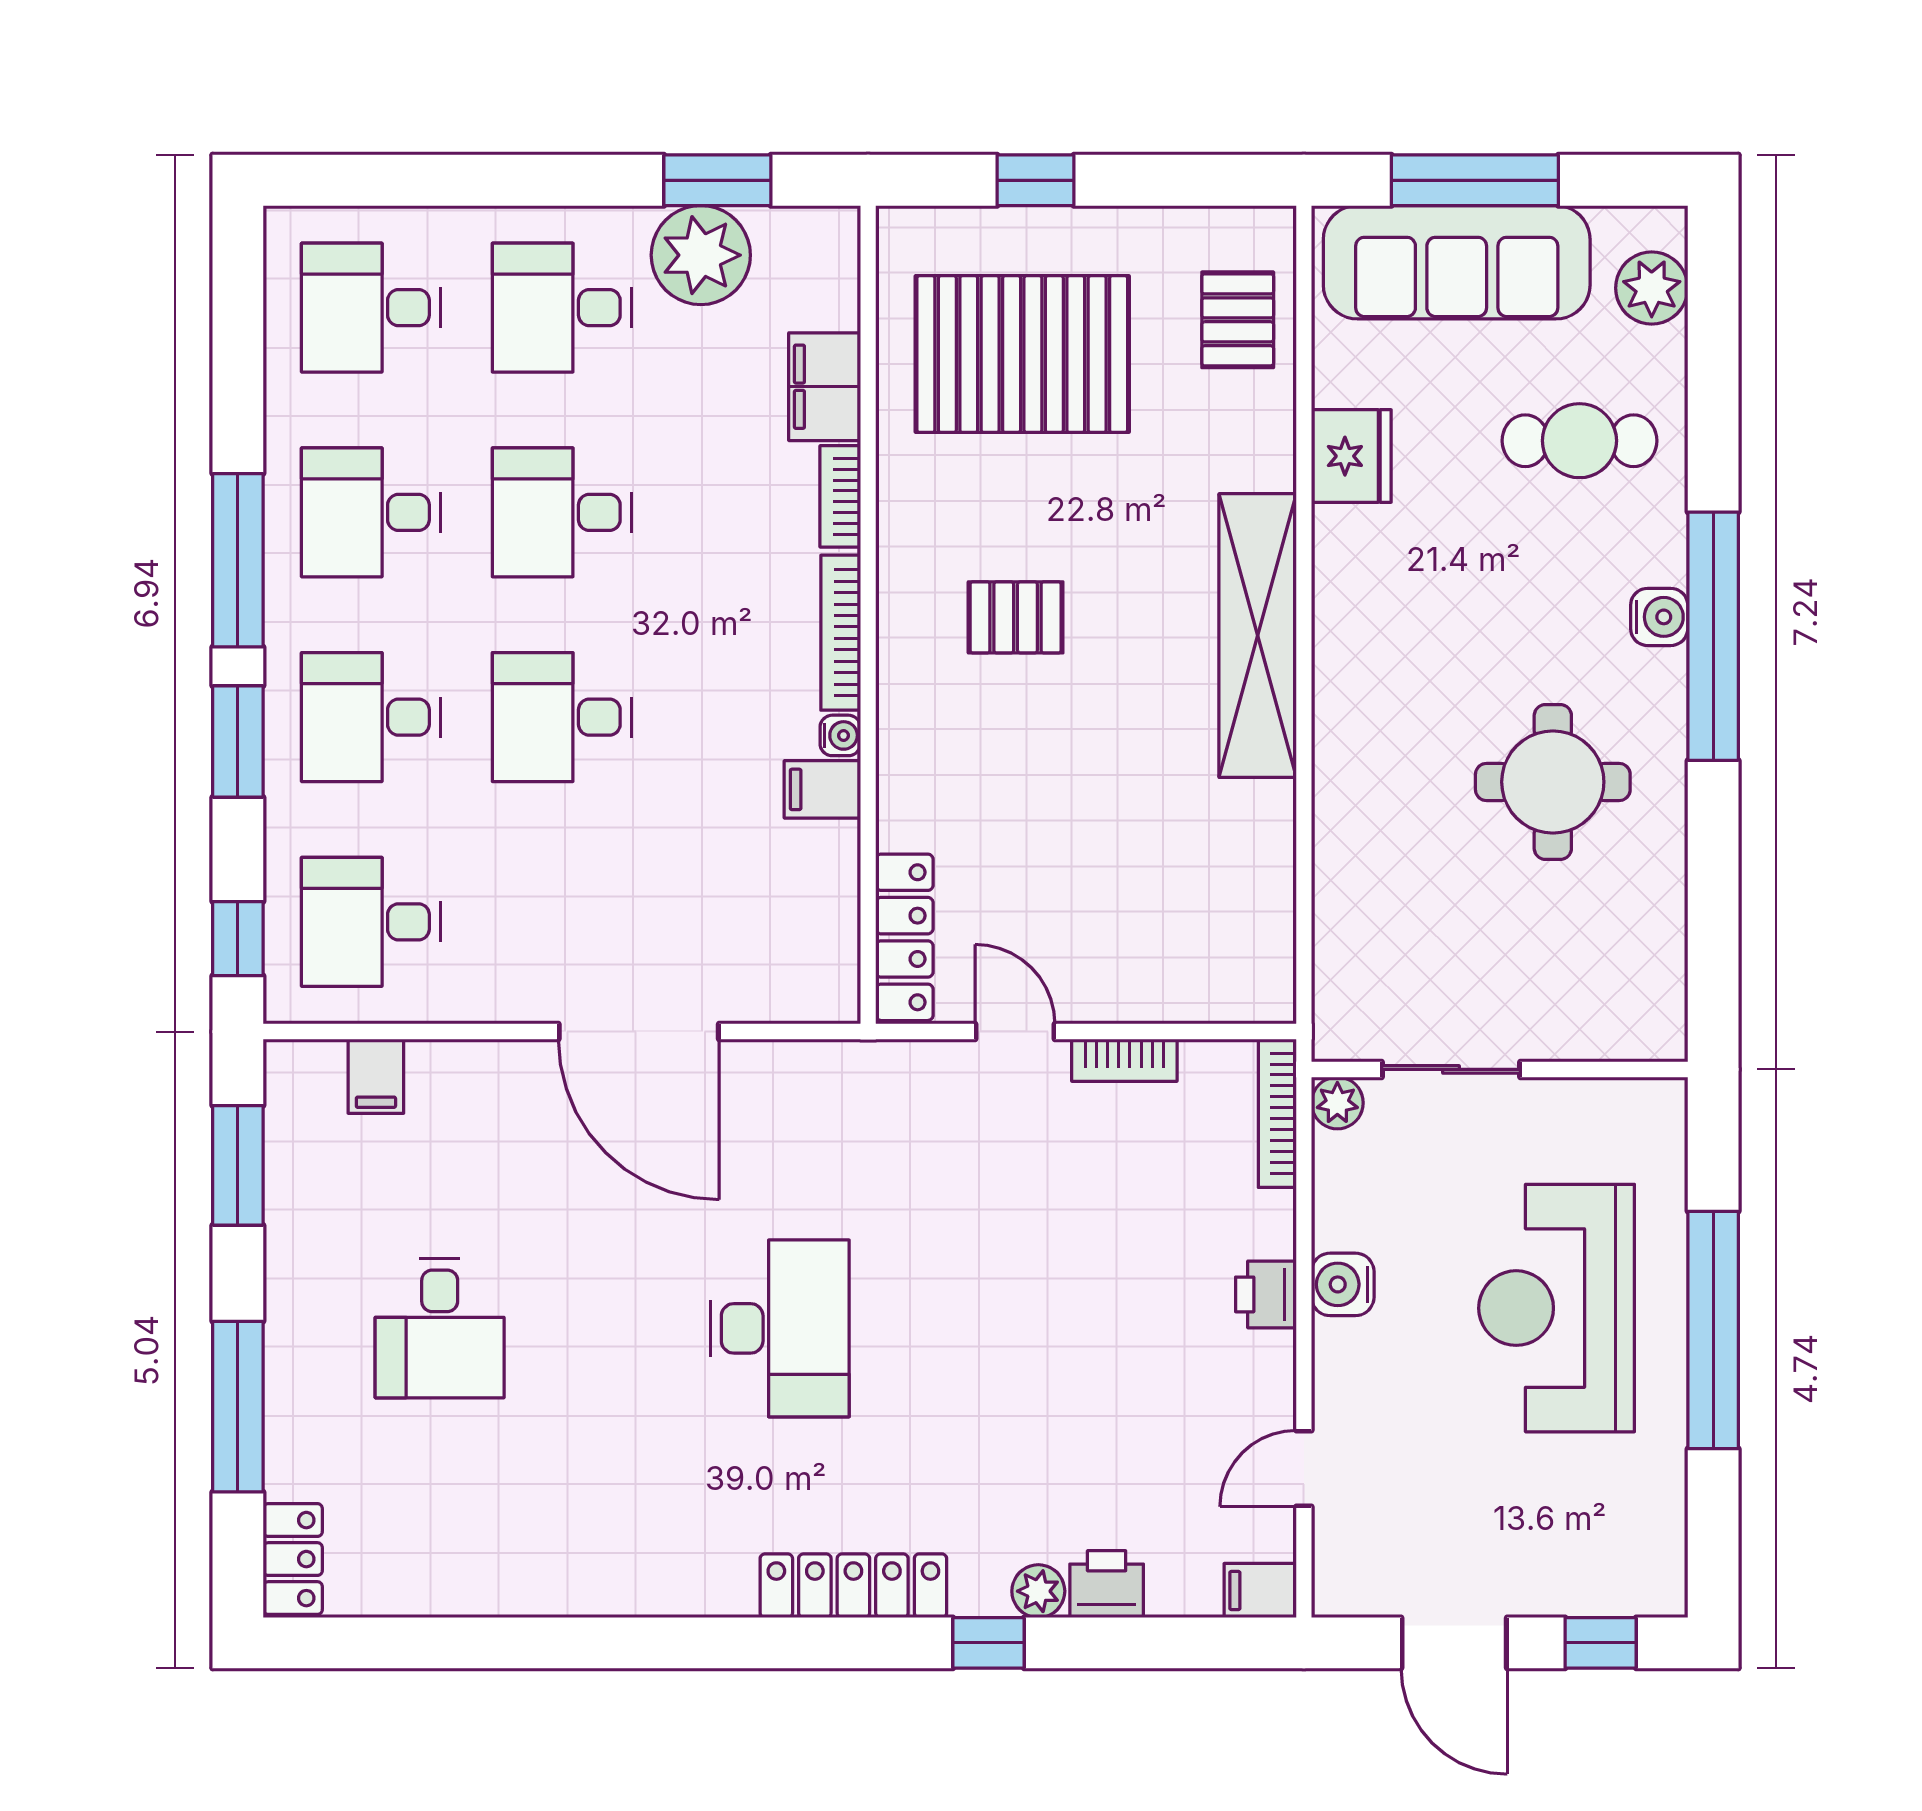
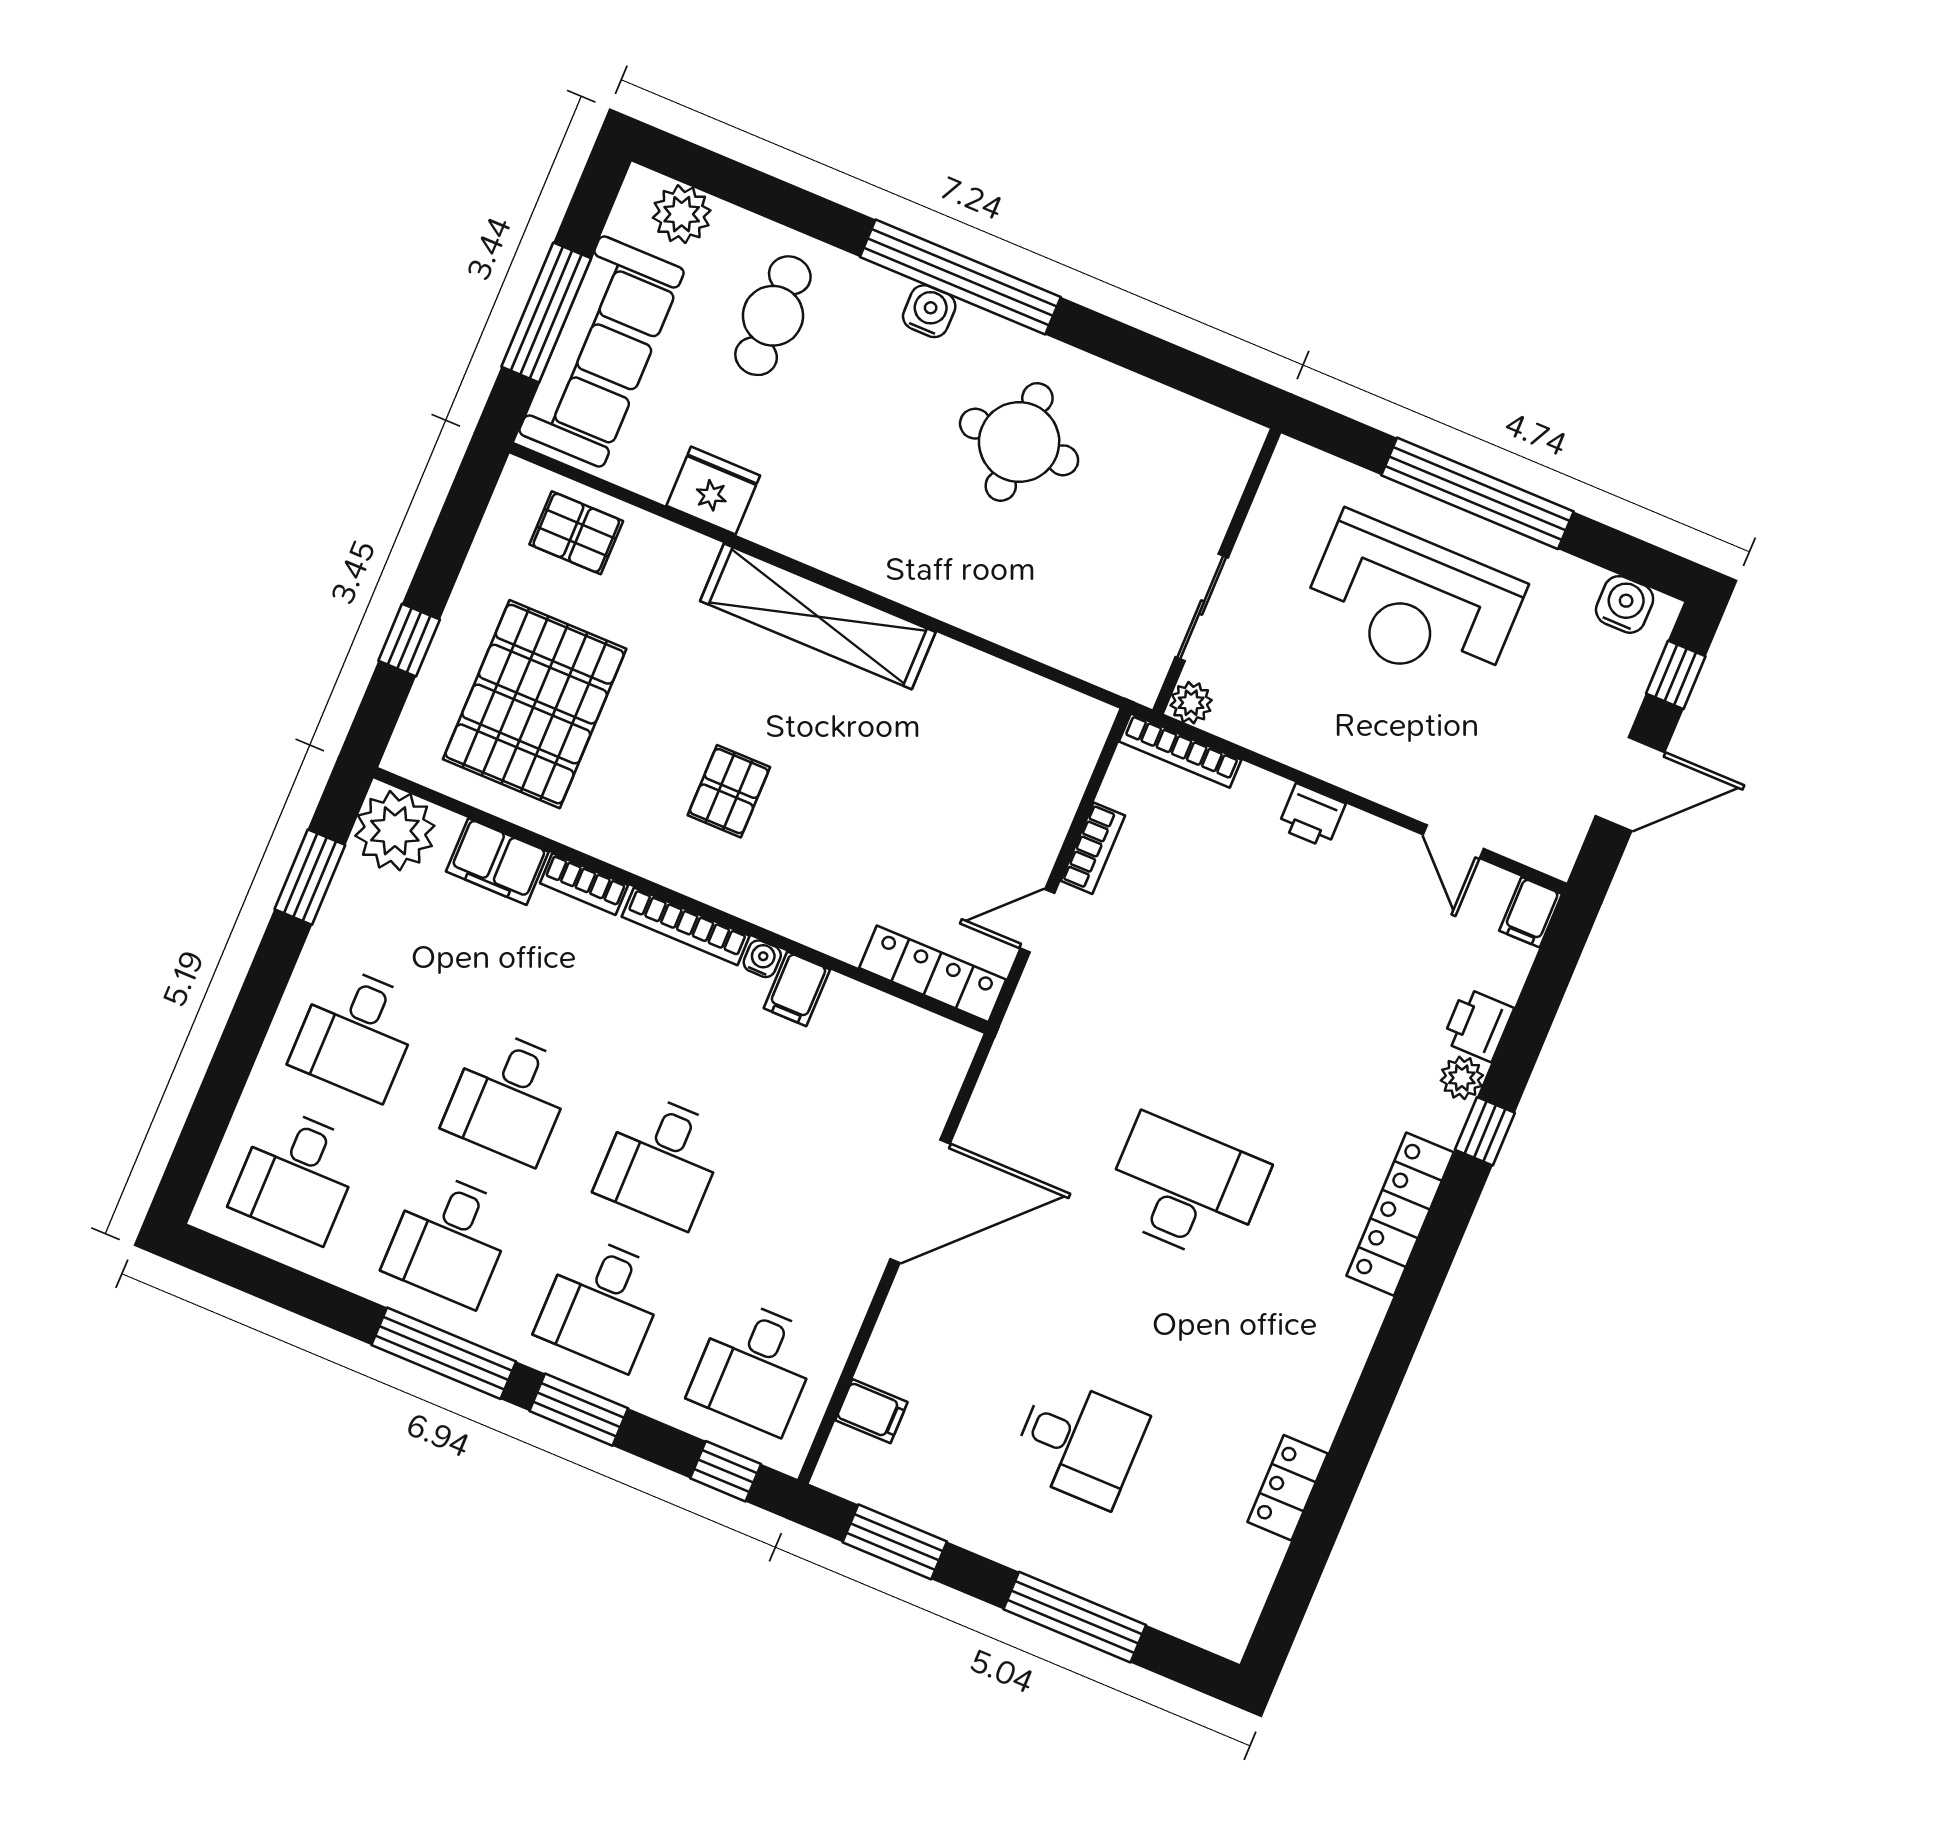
plant: (701, 255) -> (395, 831), moved
water cooler: (1343, 1284) -> (1625, 604), moved, turned 180
locker: (293, 1559) -> (1288, 1488), moved, turned -90

